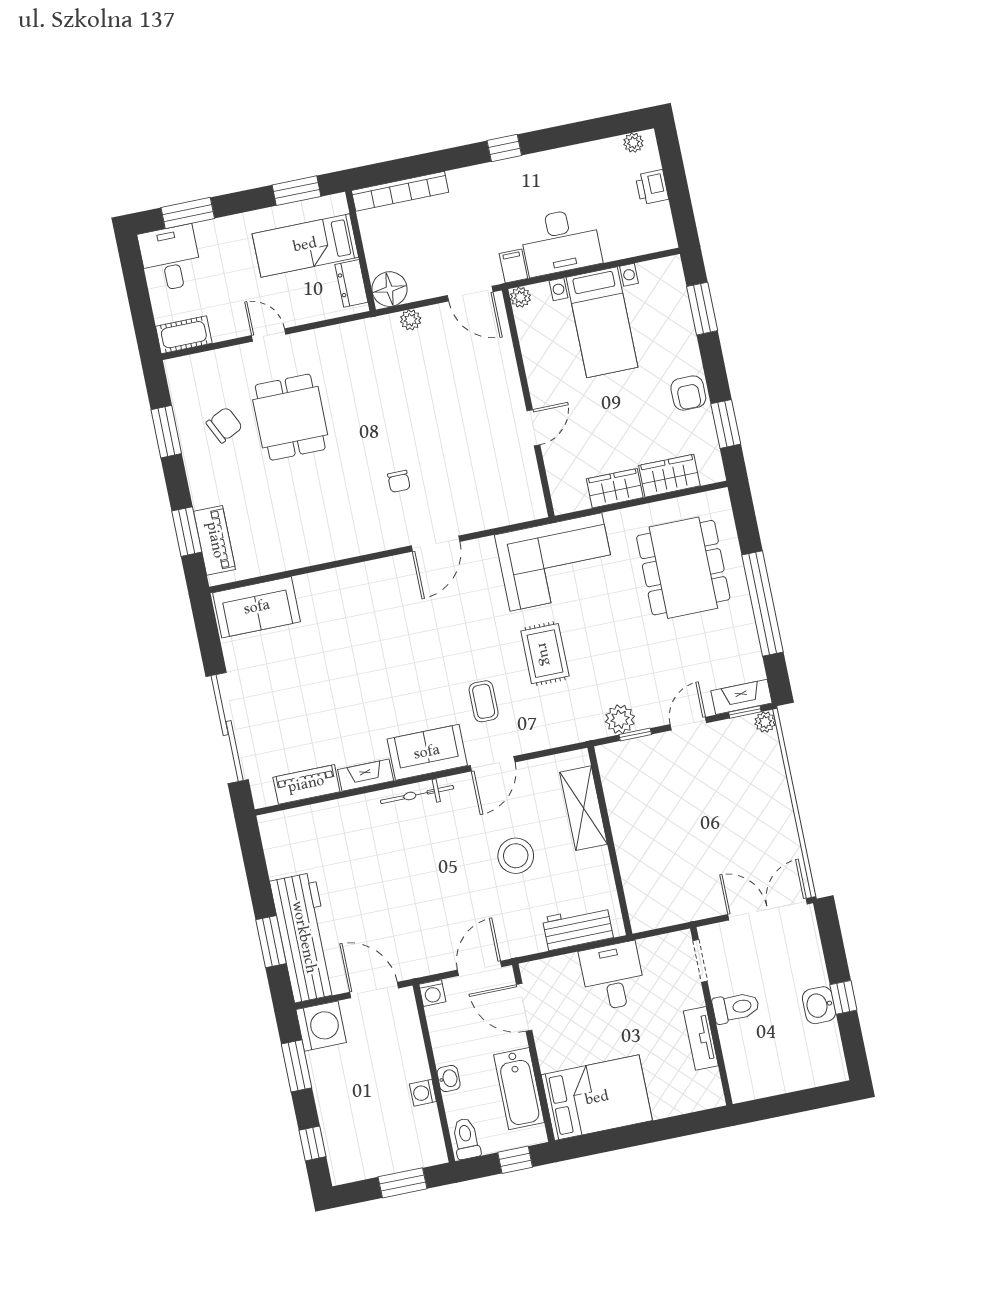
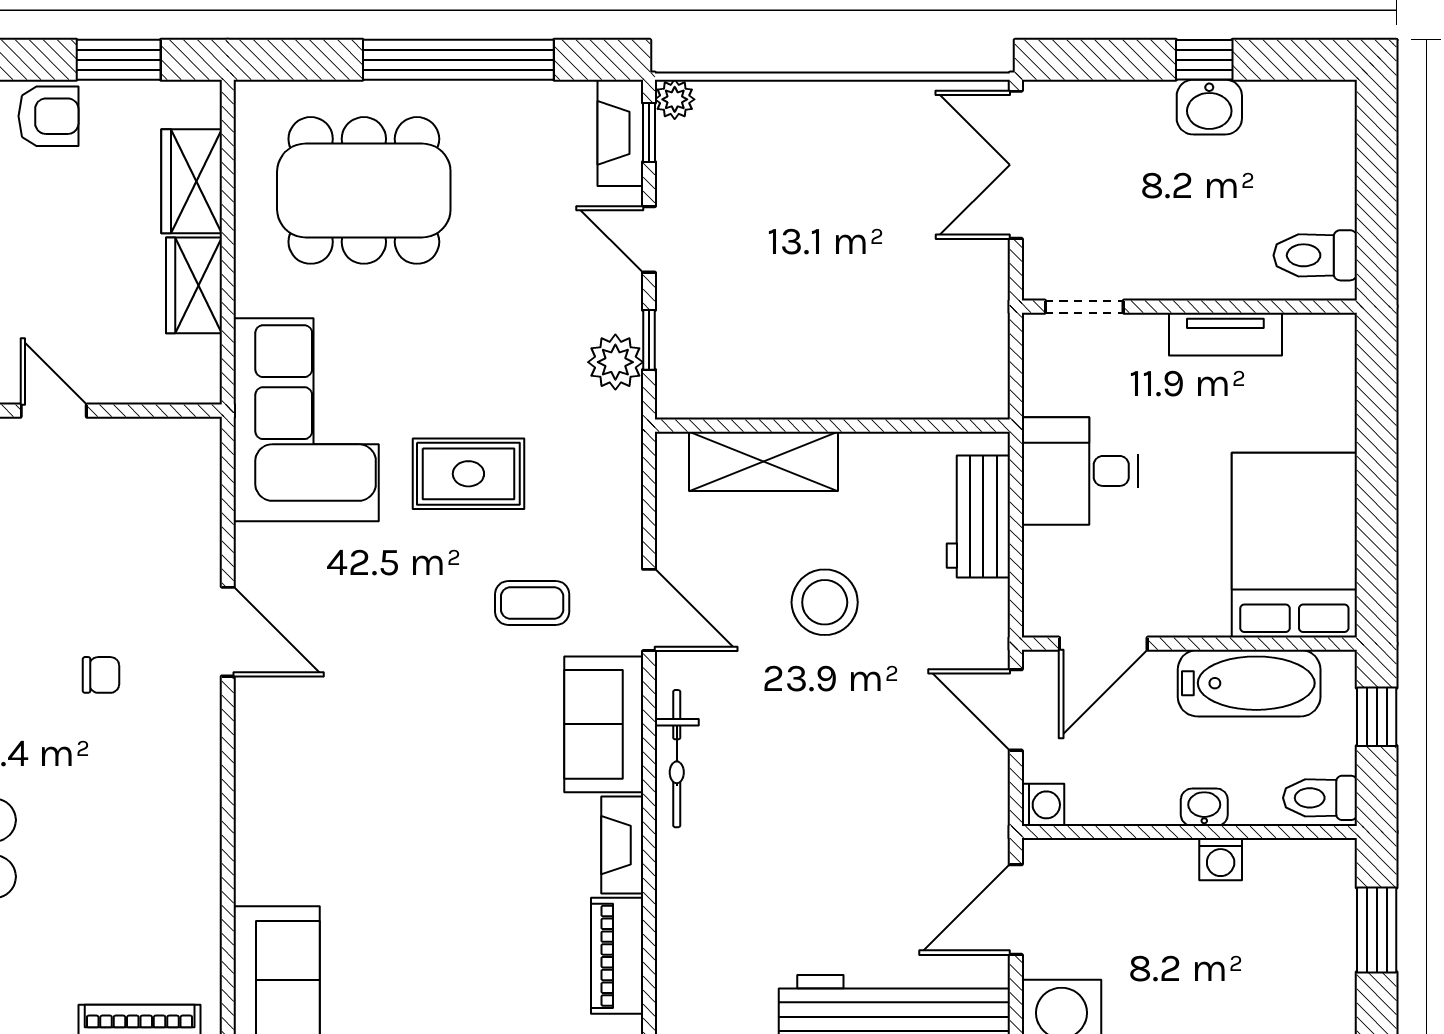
toilet: (736, 1007) -> (1315, 255), moved, turned -90

